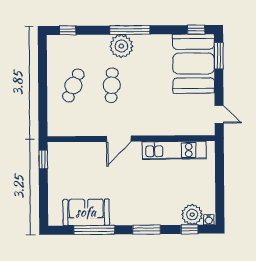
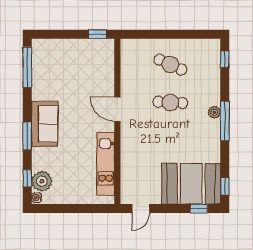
plant: (121, 46) -> (214, 112), width x0.53, depth x0.53
window: (219, 56) -> (199, 209), width x0.67
sofa: (86, 212) -> (45, 124), moved
window: (94, 230) -> (27, 67), moved

